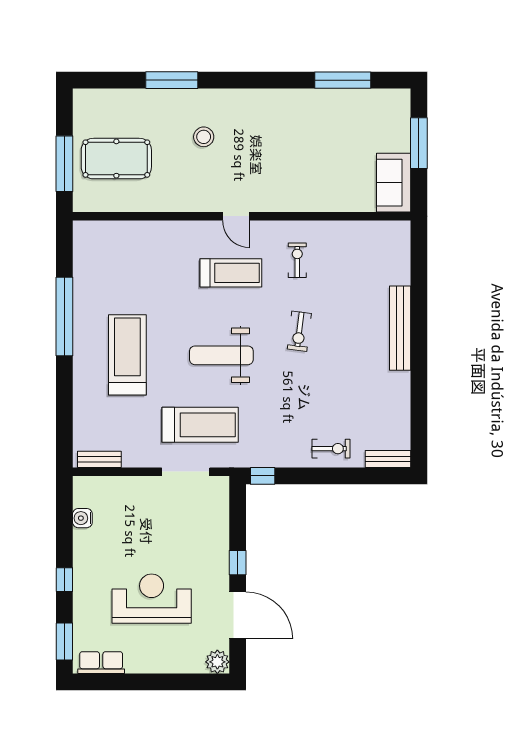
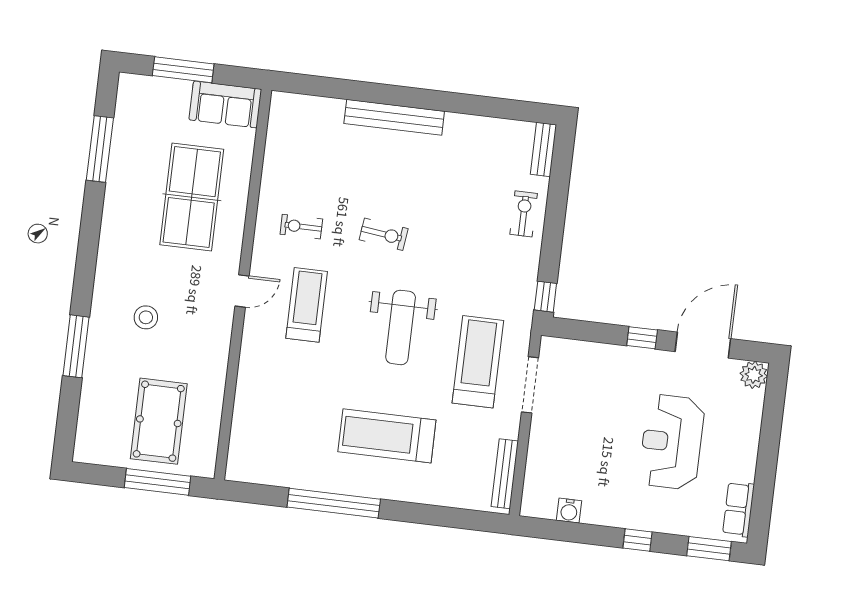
table tennis table: (311, 164) -> (192, 197), added
bench: (99, 459) -> (505, 474), width x1.36

